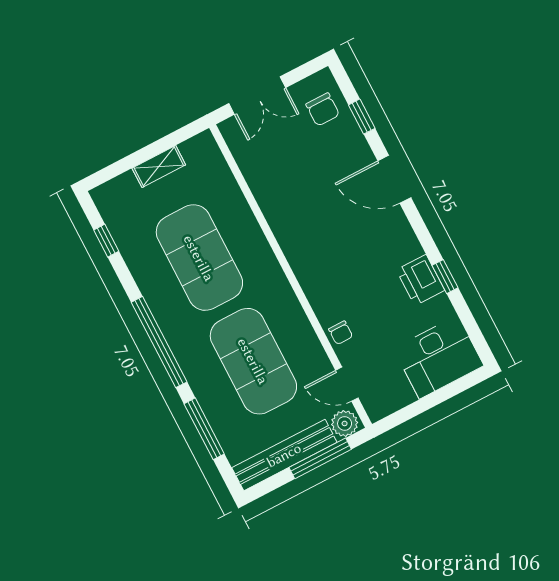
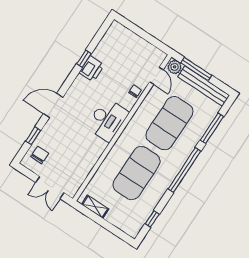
double door: (257, 96) -> (50, 188), swing flipped
shelving: (159, 167) -> (95, 207), moved
door: (394, 179) -> (53, 105), swing flipped
desk: (439, 357) -> (107, 120), moved, turned 90

